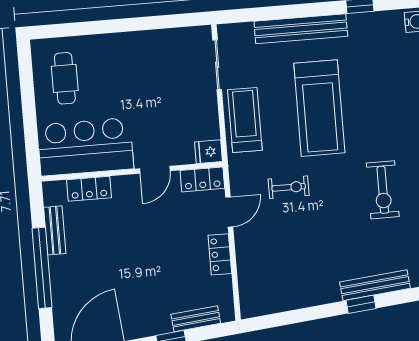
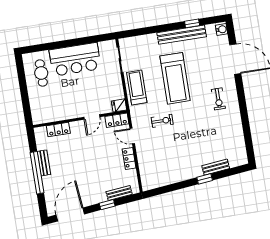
bench: (301, 29) -> (182, 35), moved
bar counter: (85, 147) -> (75, 59), moved, turned 180
exercise bike: (383, 190) -> (218, 99), moved, width x0.73, depth x0.72
door: (229, 212) -> (132, 136), swing flipped
bench: (55, 230) -> (44, 163), moved
bench: (375, 285) -> (216, 167), width x0.73

